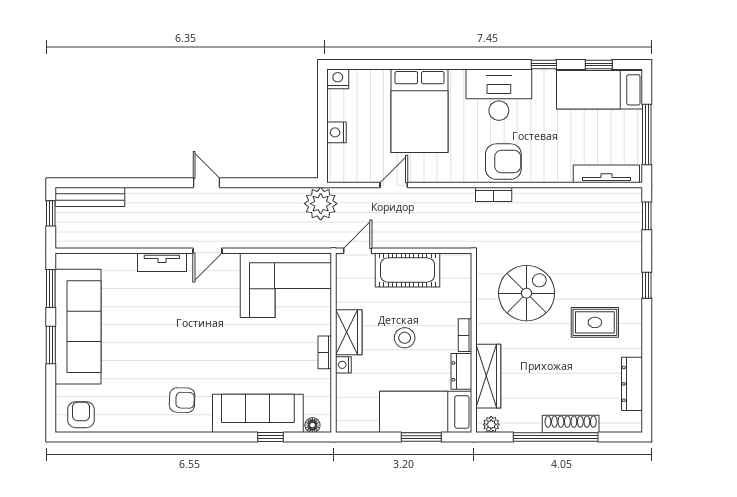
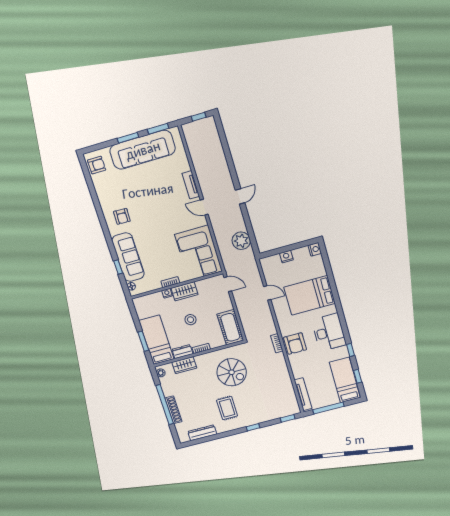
bench: (90, 197) -> (214, 136), removed
plant: (321, 204) -> (241, 241), moved
cot: (408, 270) -> (230, 327), moved
wardrobe: (488, 376) -> (184, 365), width x0.67

